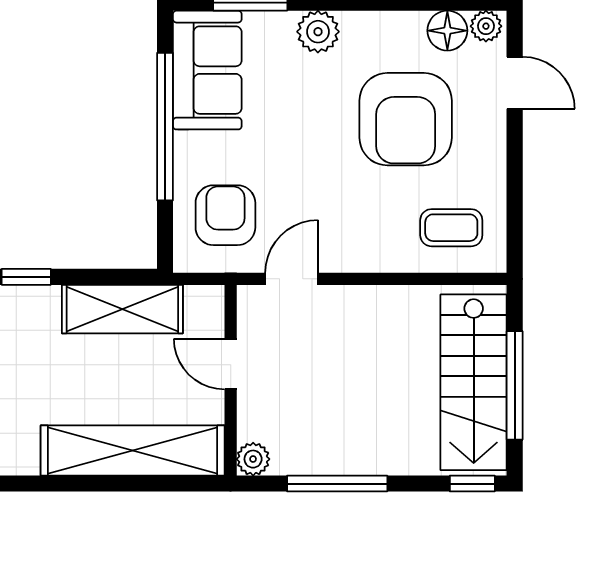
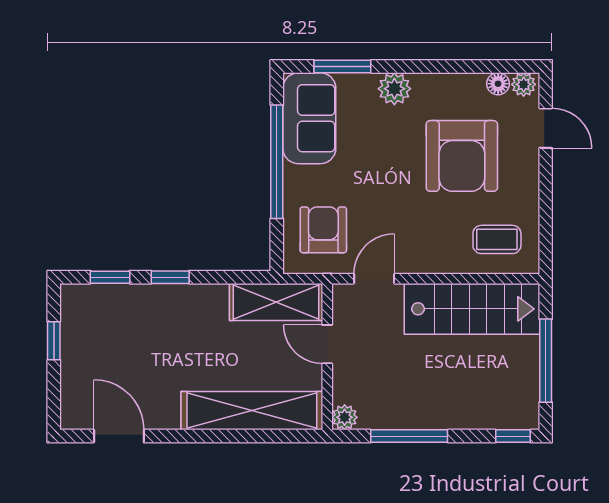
floor lamp: (447, 31) -> (498, 84), width x0.73, depth x0.73
shelving: (122, 309) -> (276, 302), moved
stairs: (474, 382) -> (472, 309), moved, turned -90

